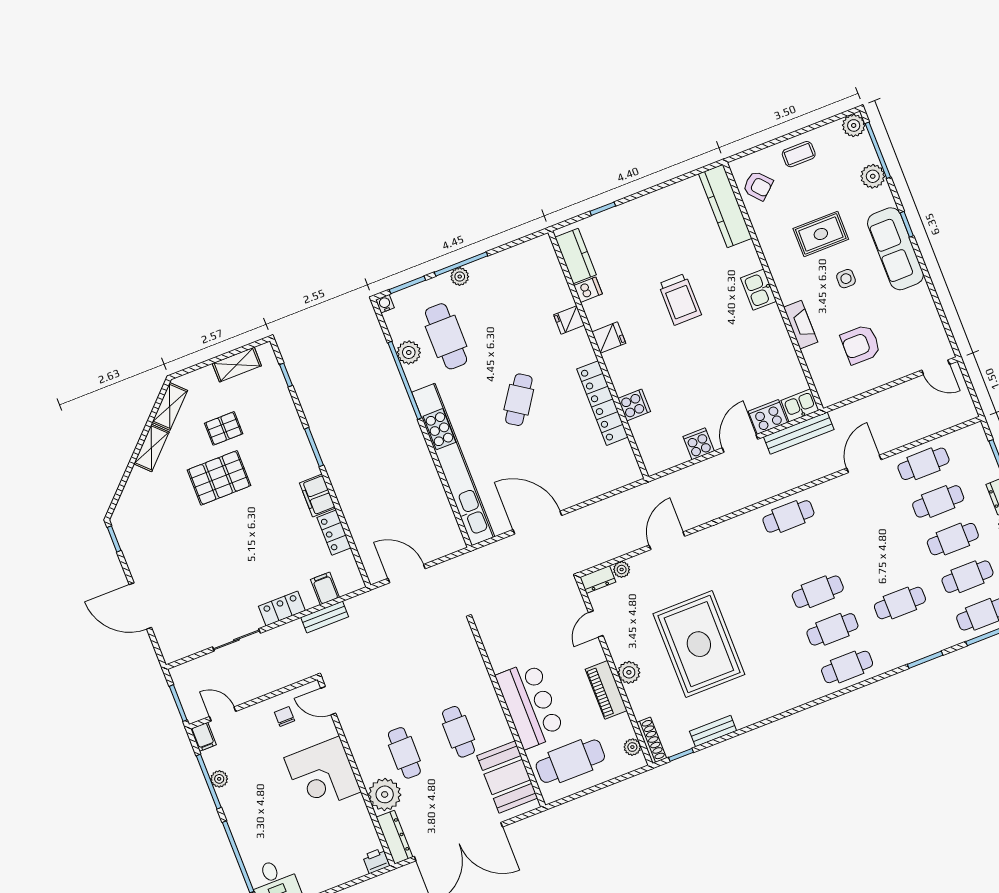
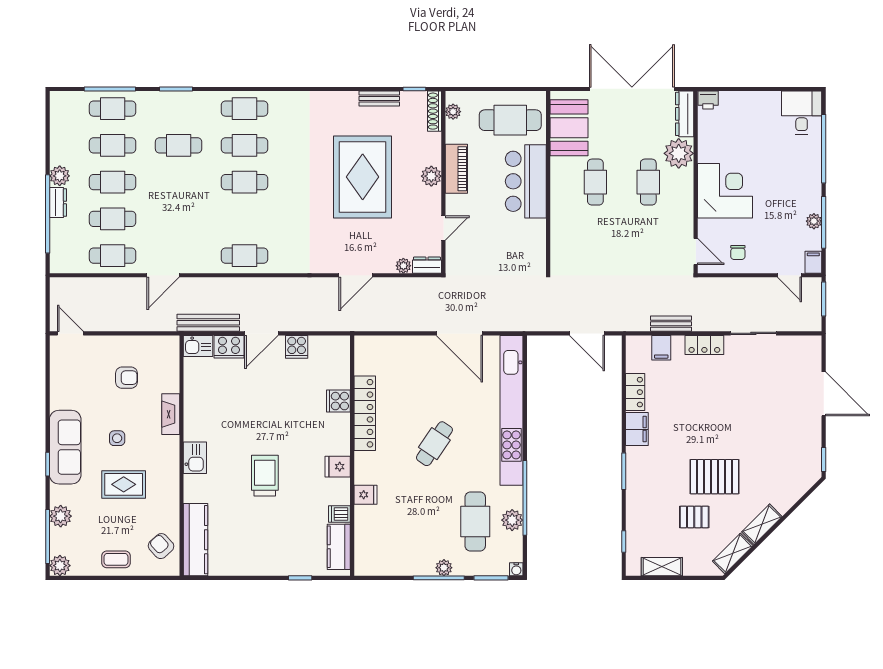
armchair: (861, 344) -> (126, 378), width x0.72, depth x0.72

